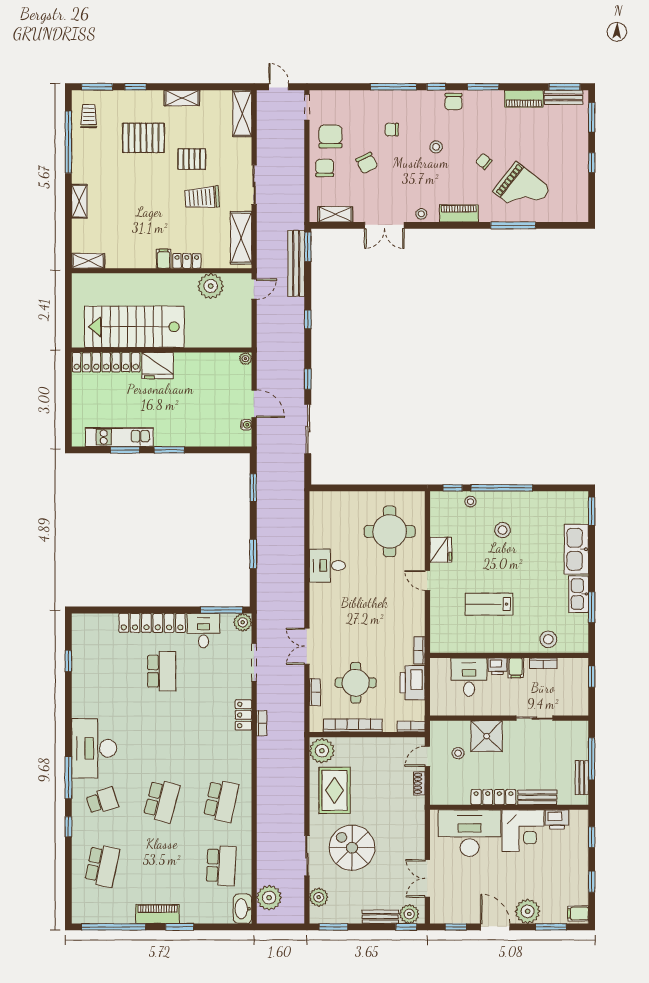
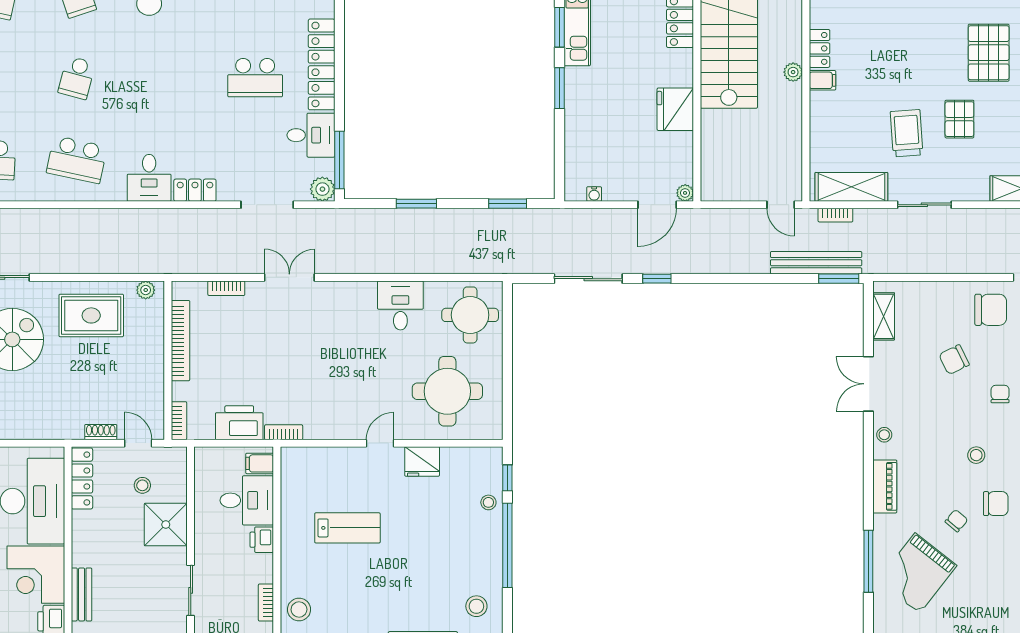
chair: (325, 168) -> (996, 504), moved
locker: (187, 261) -> (819, 48), moved
plant: (211, 286) -> (793, 72), moved, width x0.53, depth x0.53
window: (308, 319) -> (739, 279), removed
fridge: (158, 366) -> (675, 109), moved
door: (254, 404) -> (657, 205), moved
stool: (503, 530) -> (476, 606), moved
lab bench: (489, 604) -> (347, 528), turned 90
filing cabinet: (516, 668) -> (260, 463), moved
round table: (356, 683) -> (470, 315), moved
bookcase: (262, 723) -> (835, 215), moved
desk: (234, 748) -> (149, 178), added
plant: (322, 751) -> (146, 290), width x0.53, depth x0.53
locker: (494, 797) -> (82, 478), moved
school desk: (162, 801) -> (77, 78), width x0.54

